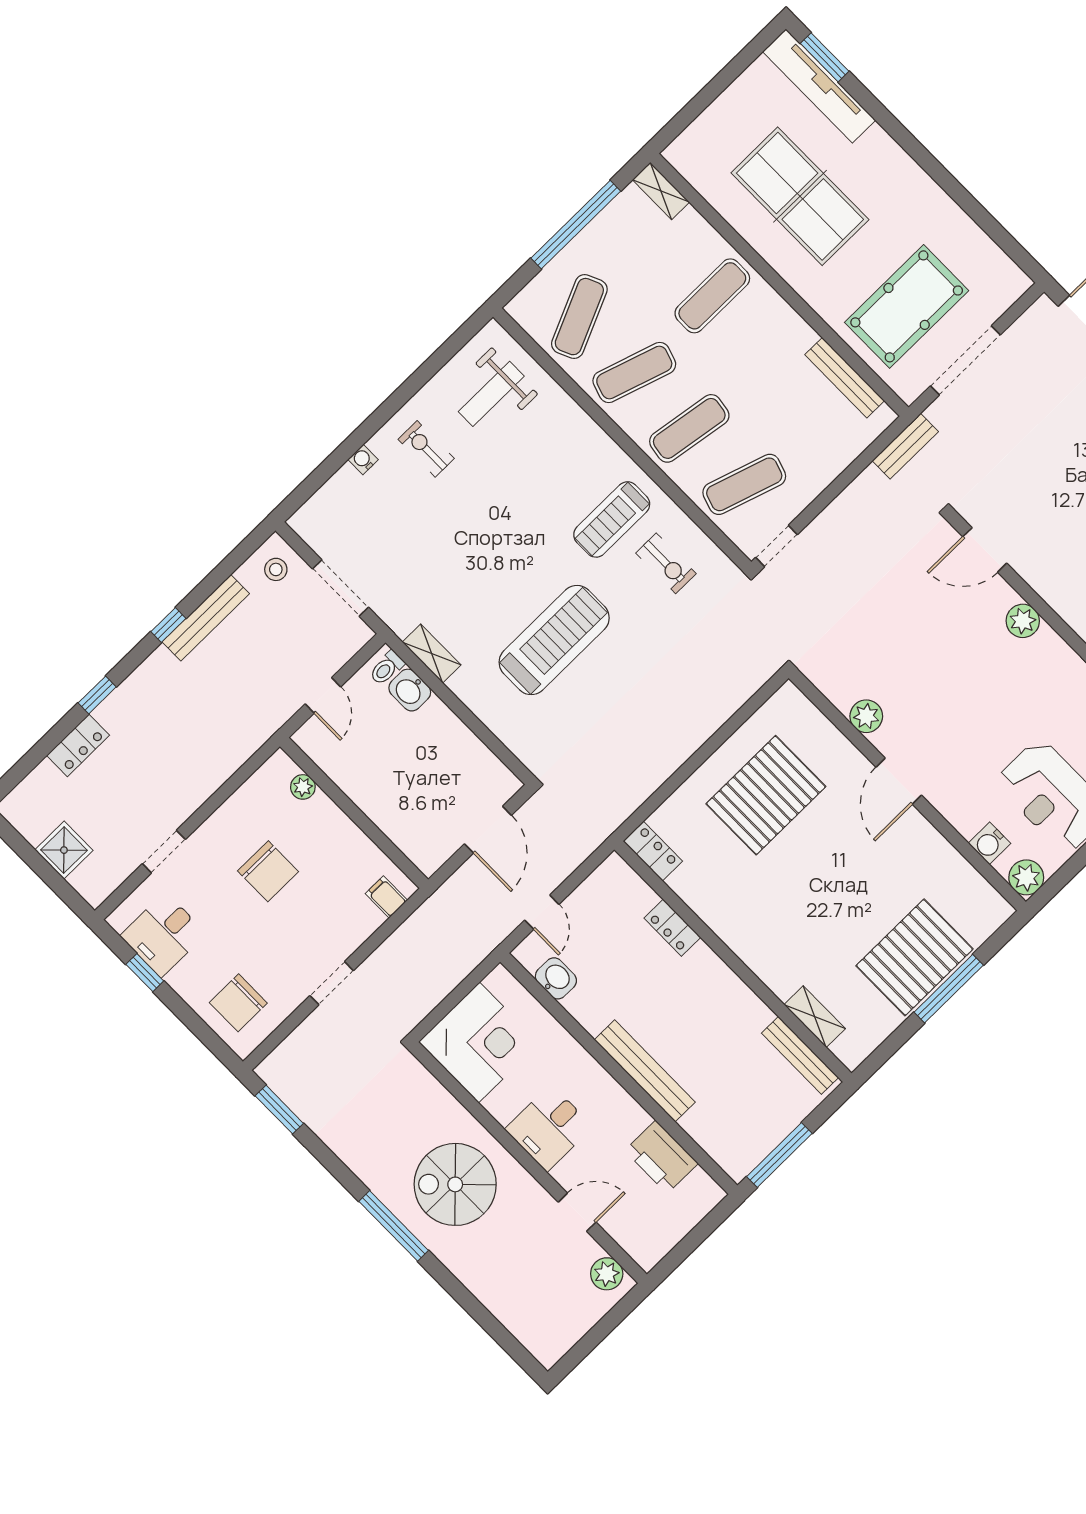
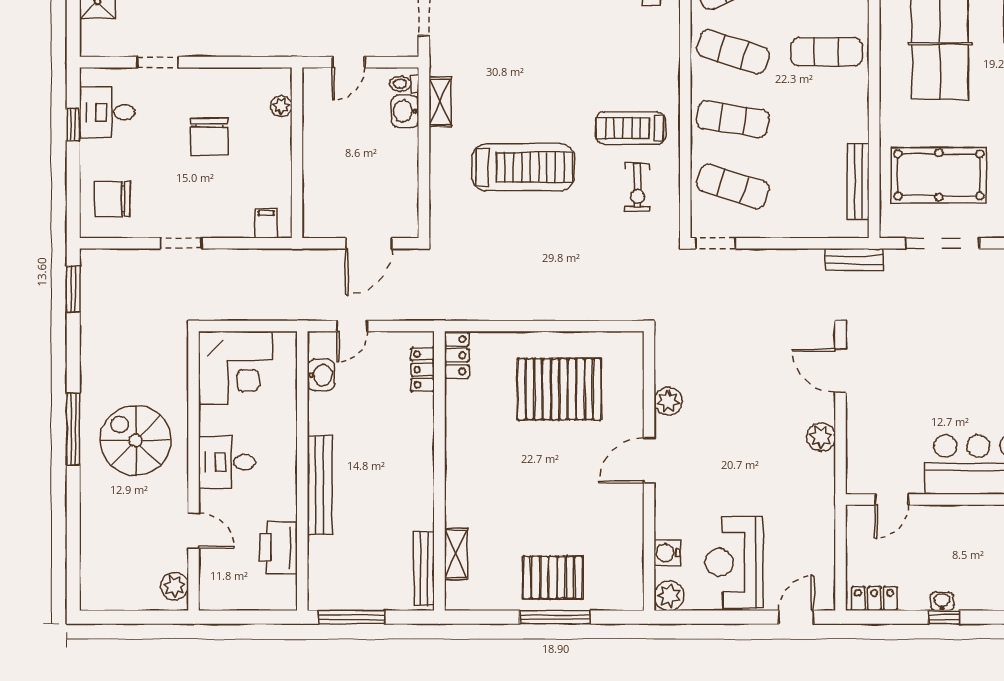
locker: (672, 928) -> (423, 369), moved
pallet: (914, 957) -> (553, 578), width x0.73, depth x0.71

